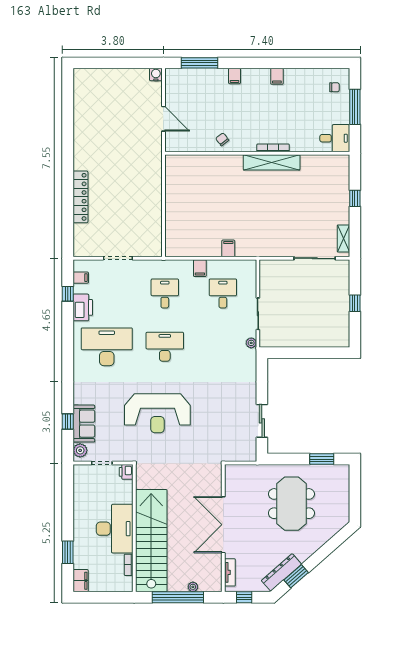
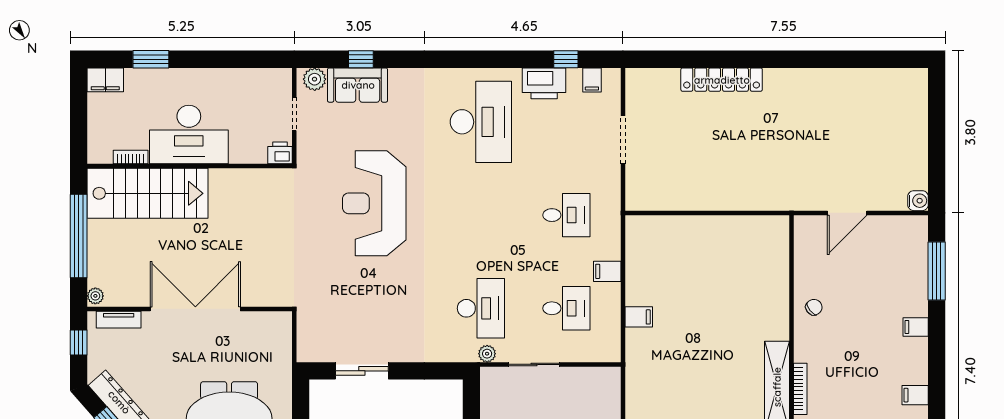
desk: (165, 347) -> (481, 308), moved
stairs: (151, 541) -> (148, 193), width x0.73
plant: (193, 587) -> (95, 296), moved

